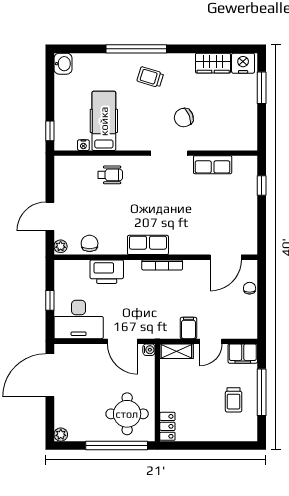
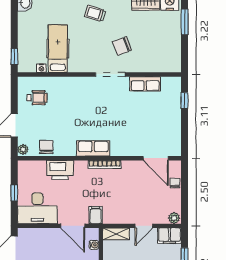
wheelchair: (110, 175) -> (37, 98), moved
door: (226, 257) -> (156, 158), hinge flipped
filing cabinet: (188, 328) -> (96, 215), moved
plant: (248, 332) -> (174, 218), added
water cooler: (149, 350) -> (94, 245), moved

